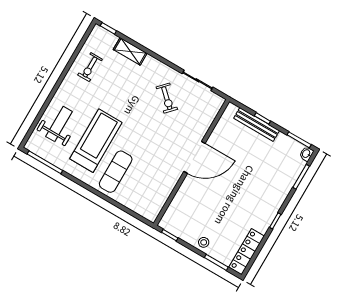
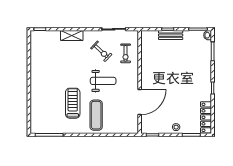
shelving: (130, 51) -> (72, 36), moved
exercise bike: (90, 67) -> (126, 53), moved
weight bench: (59, 124) -> (103, 81), moved, turned 90
bench: (257, 124) -> (171, 35), width x0.73
treadmill: (96, 141) -> (73, 103), width x0.73, depth x0.73
door: (194, 157) -> (140, 102), moved

